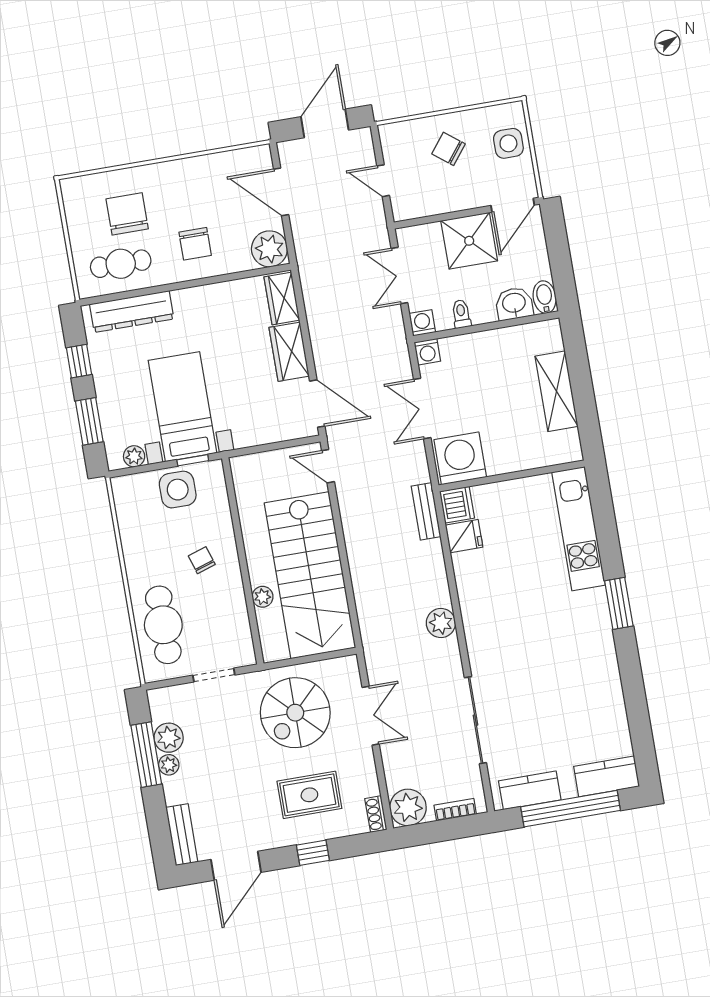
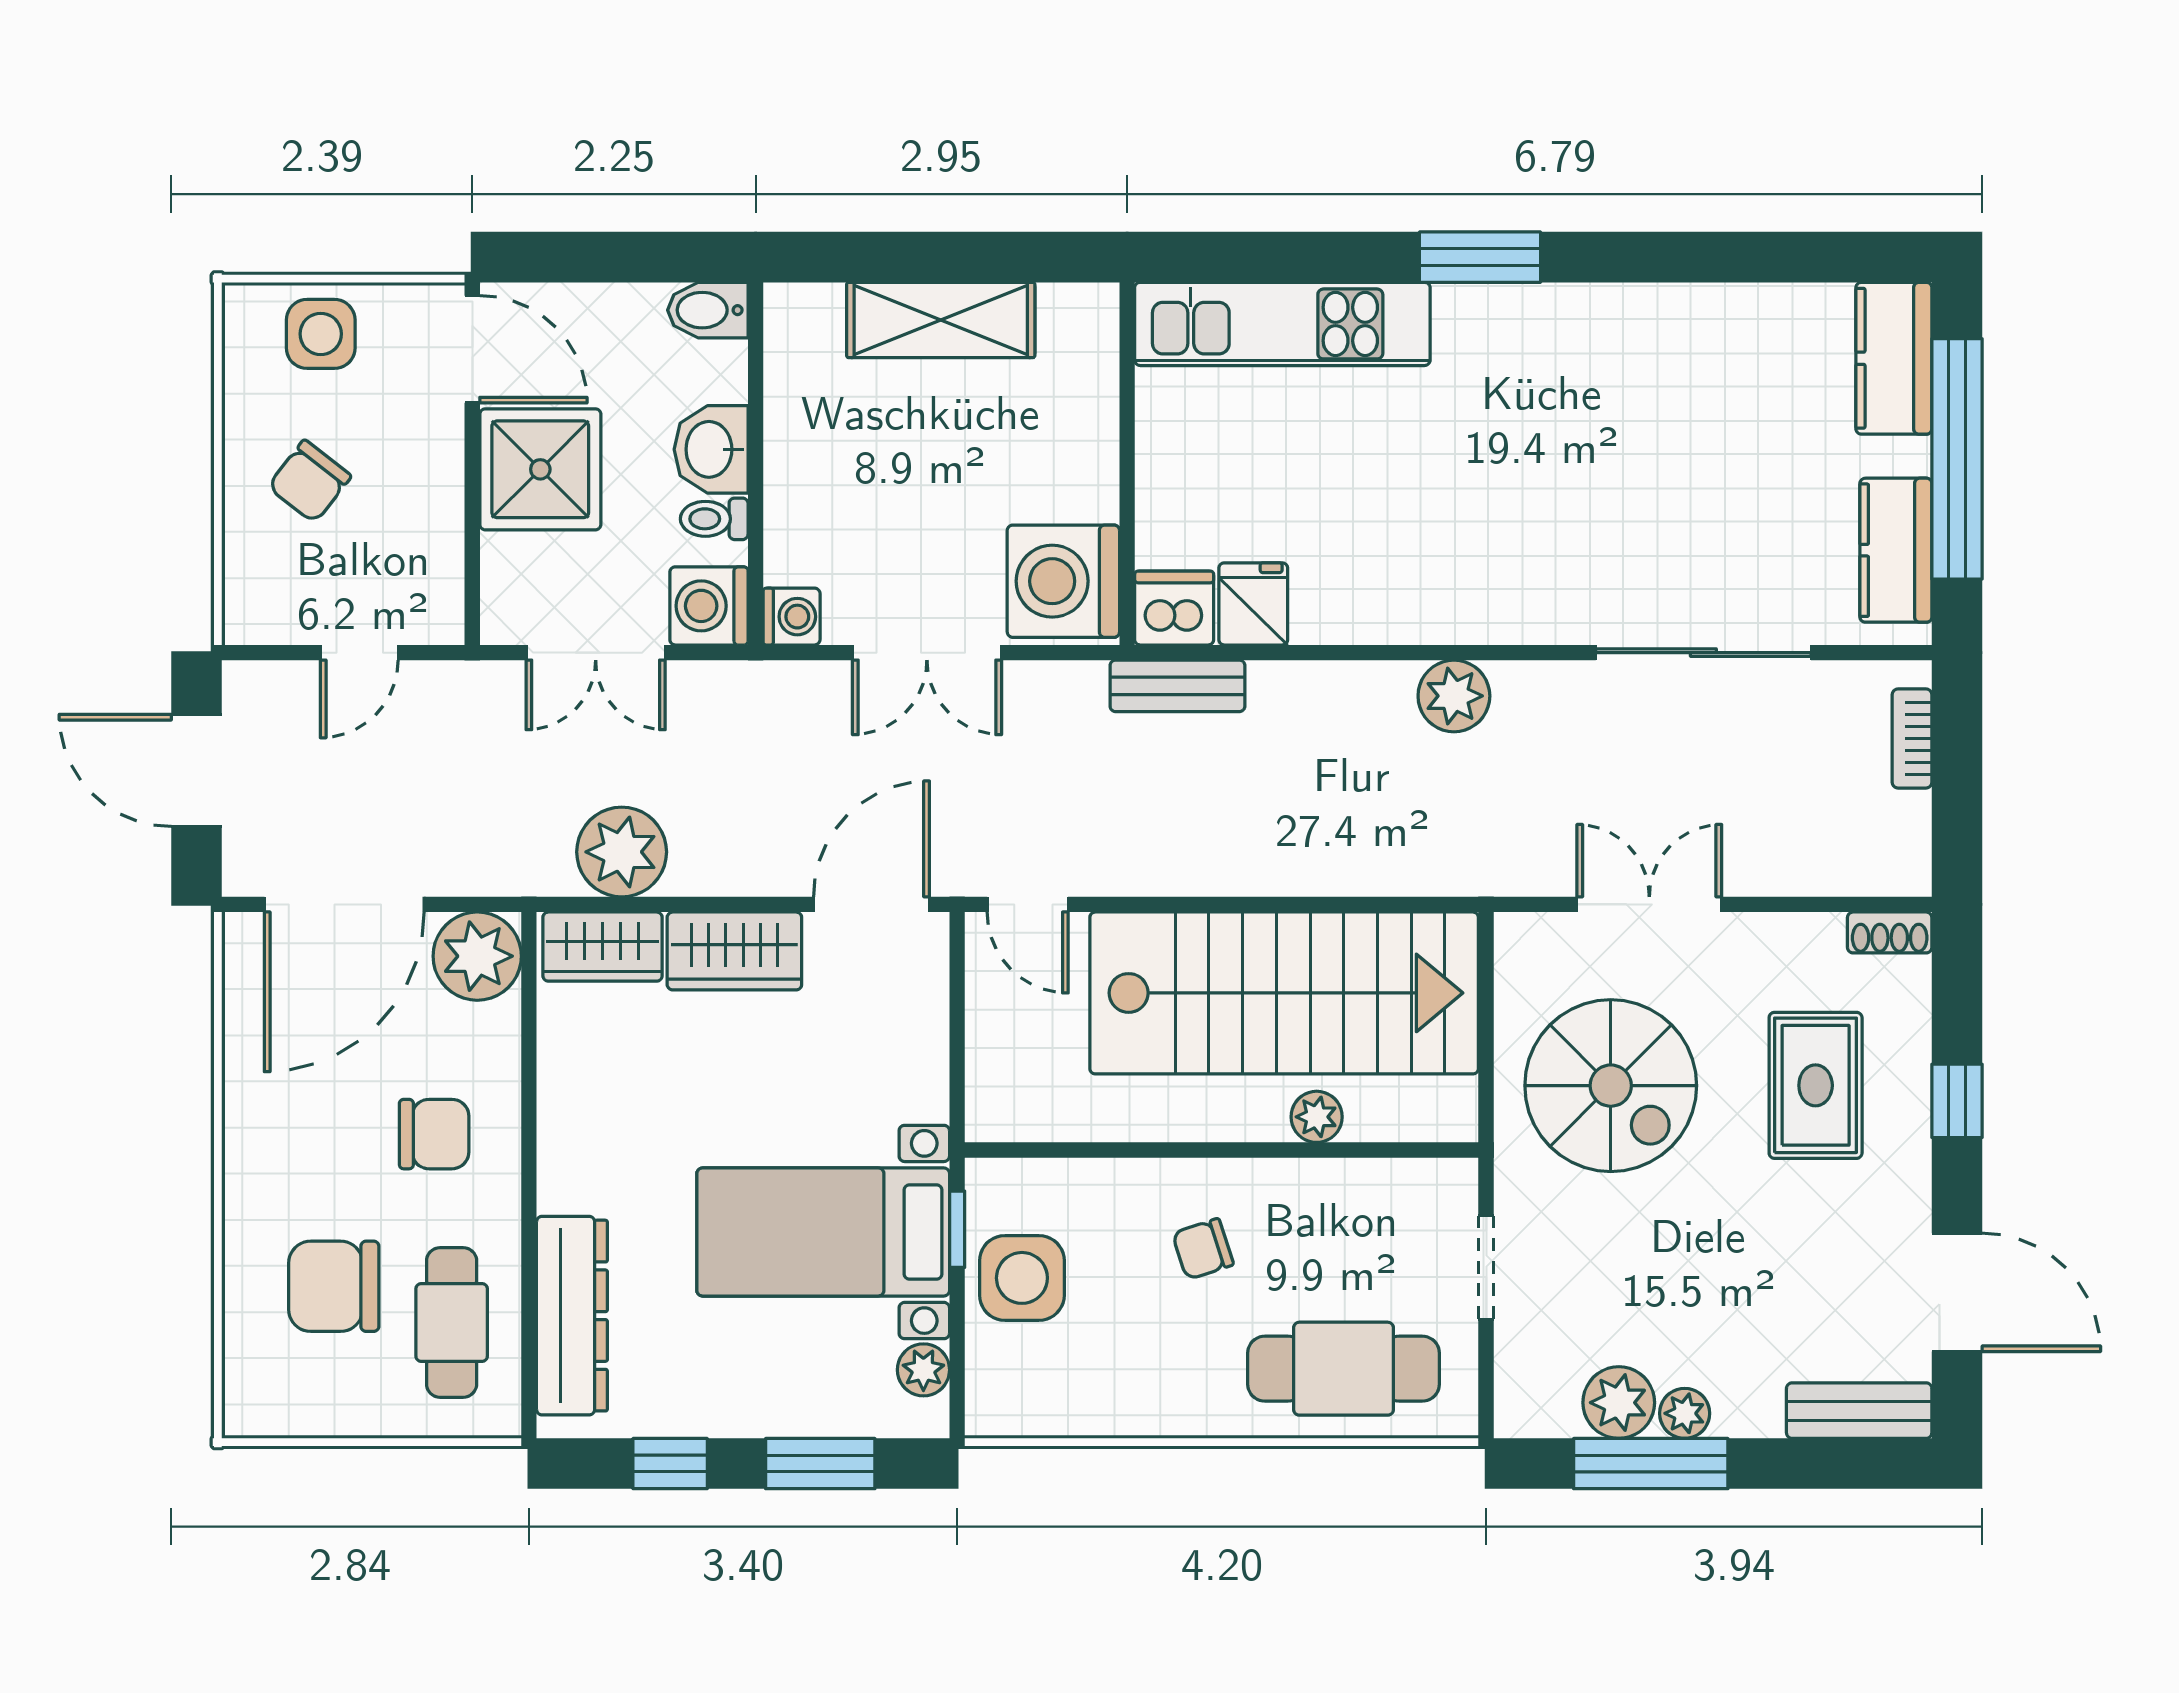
door: (281, 192) -> (344, 904), width x1.36
washbasin: (514, 304) -> (711, 449), moved
washing machine: (422, 323) -> (709, 606), width x1.38, depth x1.38
door: (328, 466) -> (1028, 904), hinge flipped
plant: (408, 807) -> (622, 852), moved

